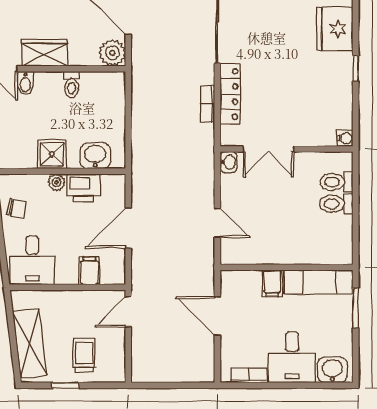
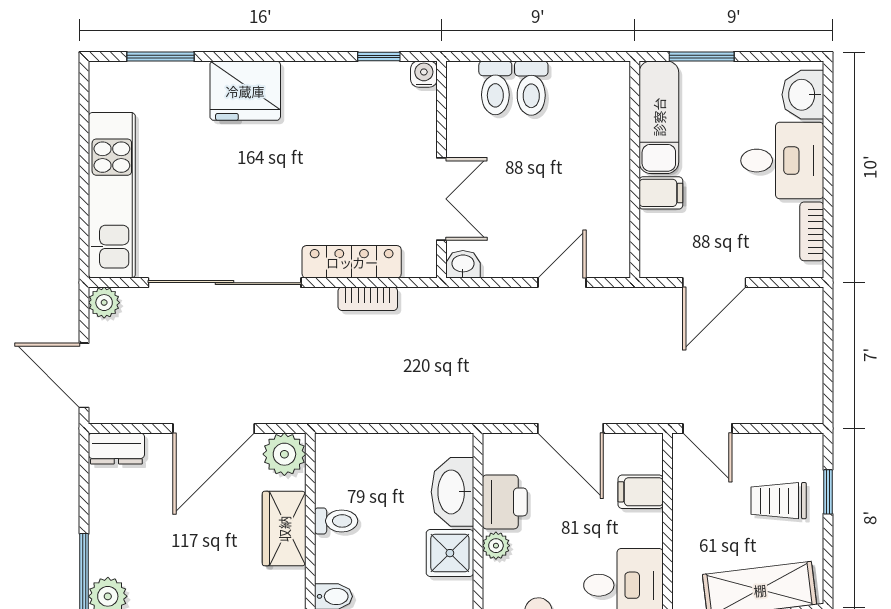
wardrobe: (44, 53) -> (284, 529), moved
window: (356, 68) -> (379, 56), moved
washbasin: (95, 156) -> (452, 492), width x1.38
window: (65, 385) -> (828, 492), moved

